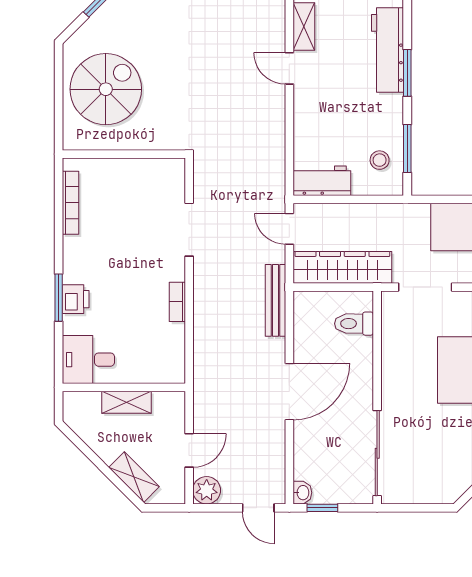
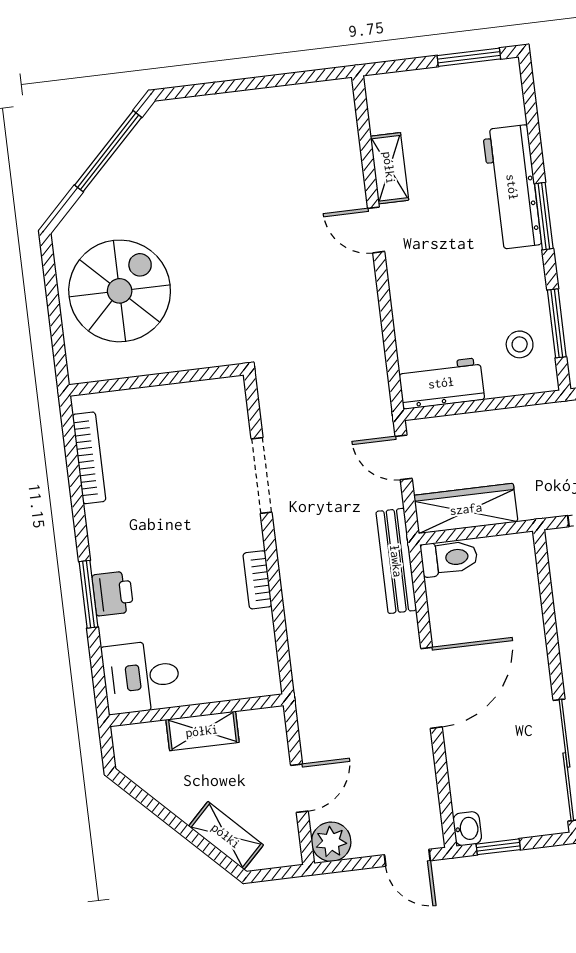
wardrobe: (342, 267) -> (466, 509), width x0.71, depth x0.85
toilet: (354, 324) -> (449, 558), moved, turned 180

